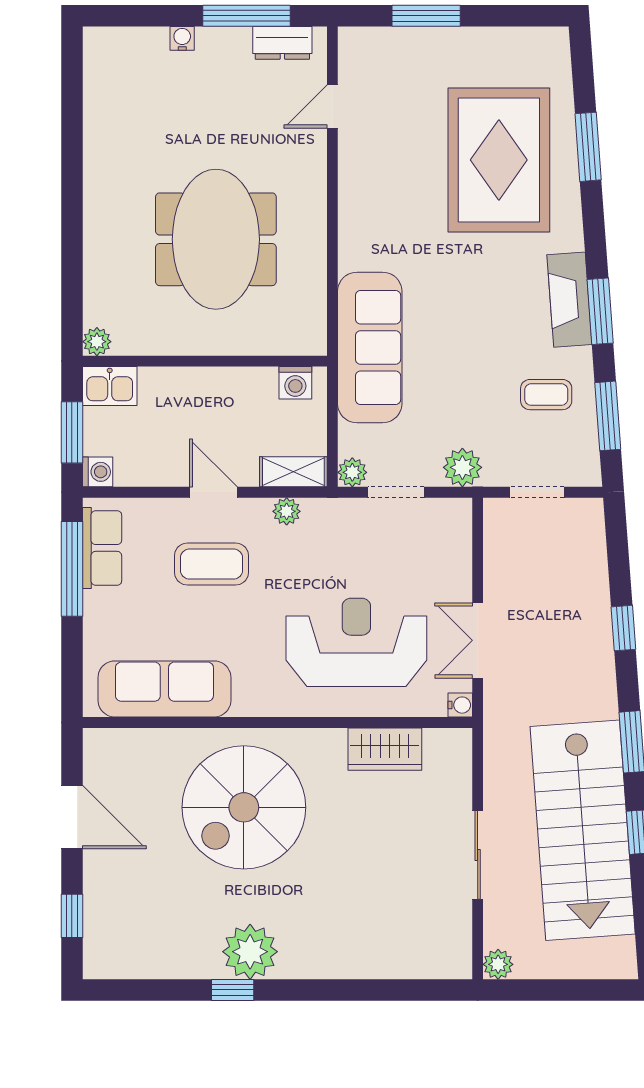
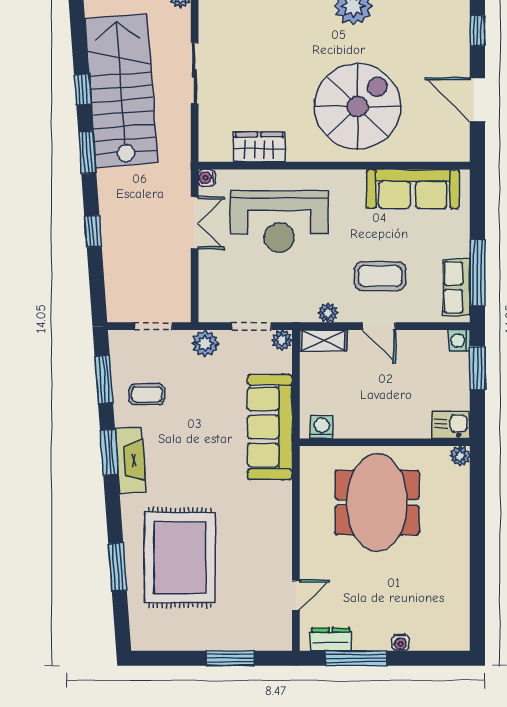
plant: (97, 342) -> (460, 456), moved
wall: (205, 361) -> (385, 442), moved
washing machine: (295, 383) -> (322, 427), moved
kitchen sink: (110, 386) -> (451, 425), moved

